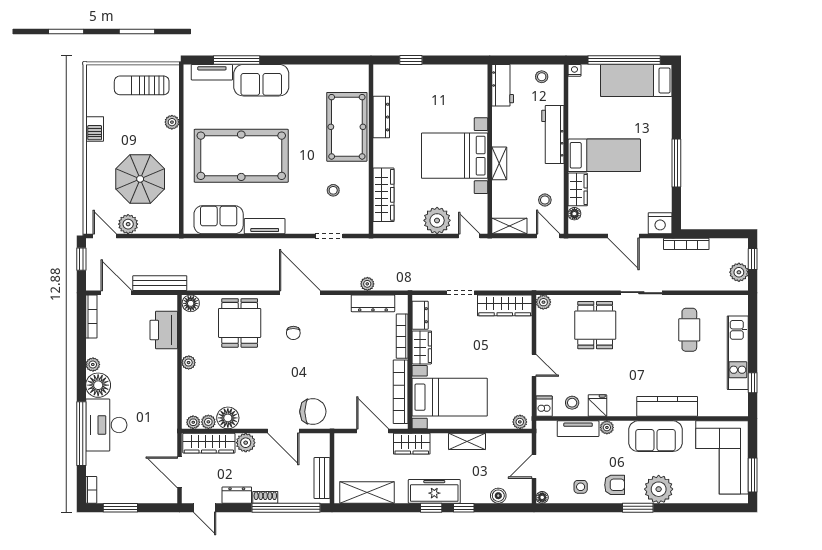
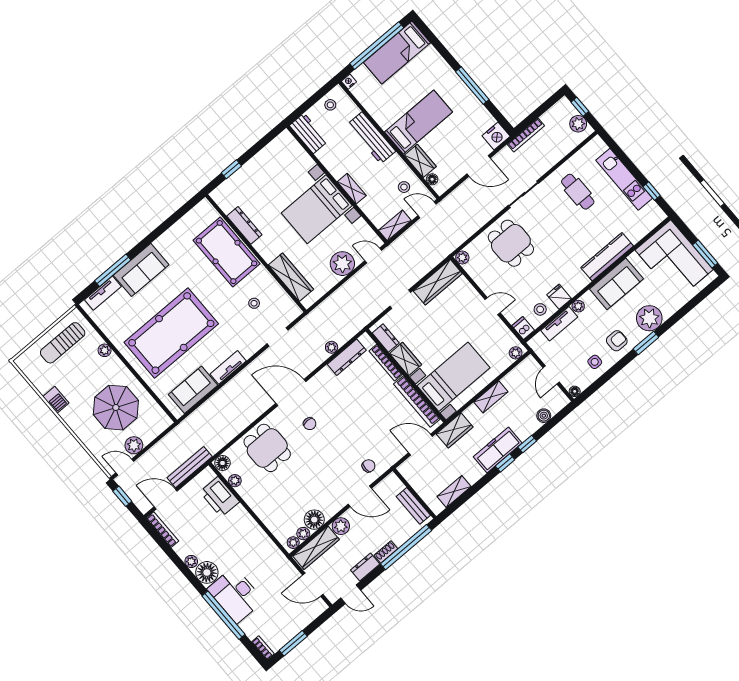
plant: (189, 363) -> (235, 481), moved
chair: (313, 412) -> (369, 466), width x0.54, depth x0.54
shelving: (367, 492) -> (454, 491), width x0.67, depth x0.75

